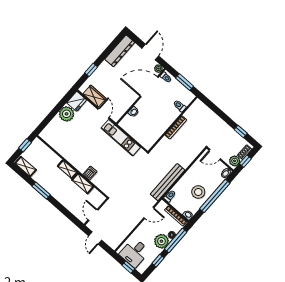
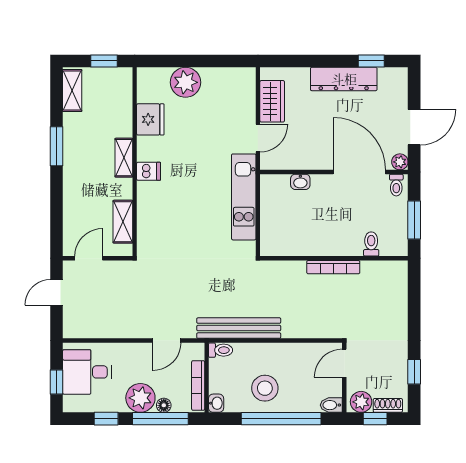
dresser: (120, 51) -> (344, 79), moved
window: (91, 70) -> (371, 61), moved
fridge: (77, 101) -> (150, 119), moved, turned -90
plant: (67, 114) -> (185, 82), moved
door: (215, 155) -> (344, 363), hinge flipped
dishwasher: (90, 173) -> (149, 171), moved
shelving: (83, 183) -> (123, 222), moved
door: (149, 213) -> (167, 341), hinge flipped

